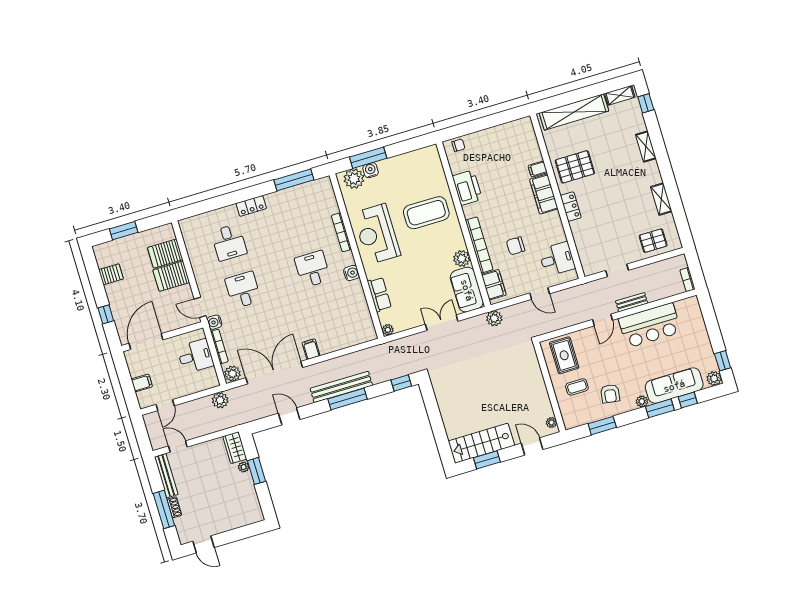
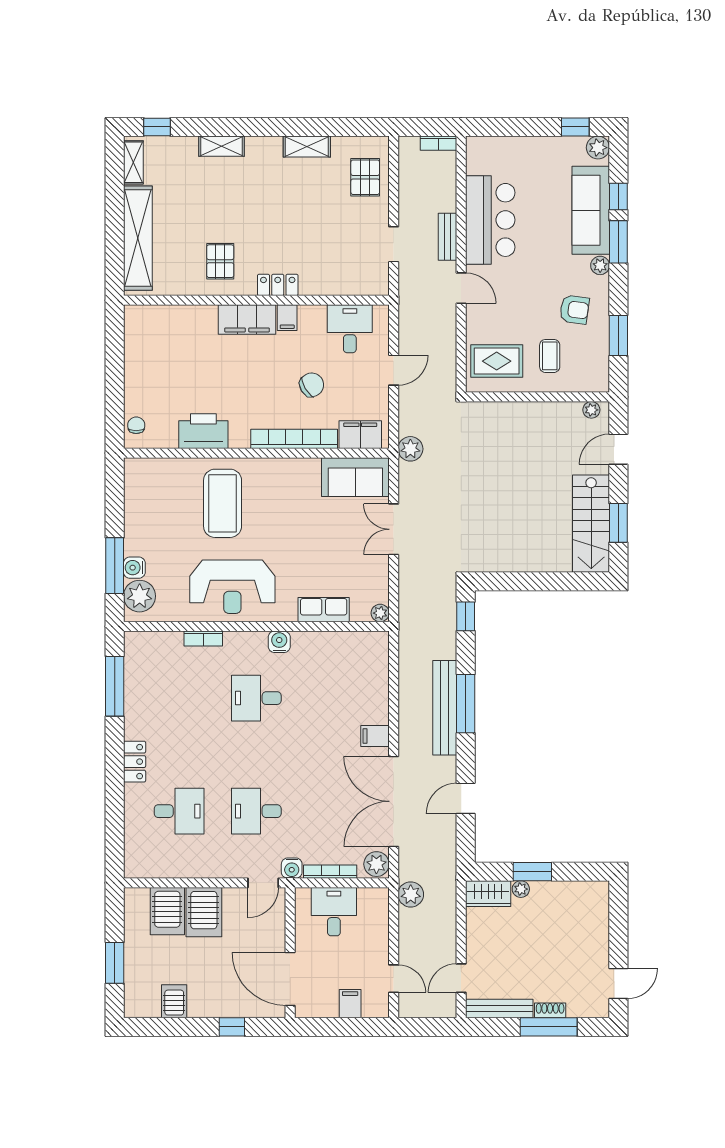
pallet: (575, 167) -> (220, 261), width x0.67, depth x0.71
filing cabinet: (538, 169) -> (287, 318), moved
bookcase: (341, 232) -> (203, 639), width x0.64
chair: (516, 246) -> (312, 385), turned -121
plant: (462, 259) -> (307, 471), removed

